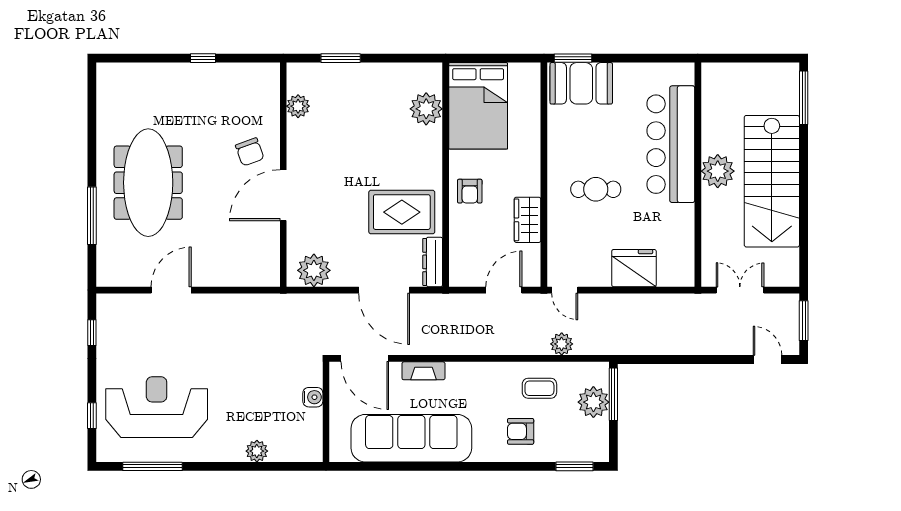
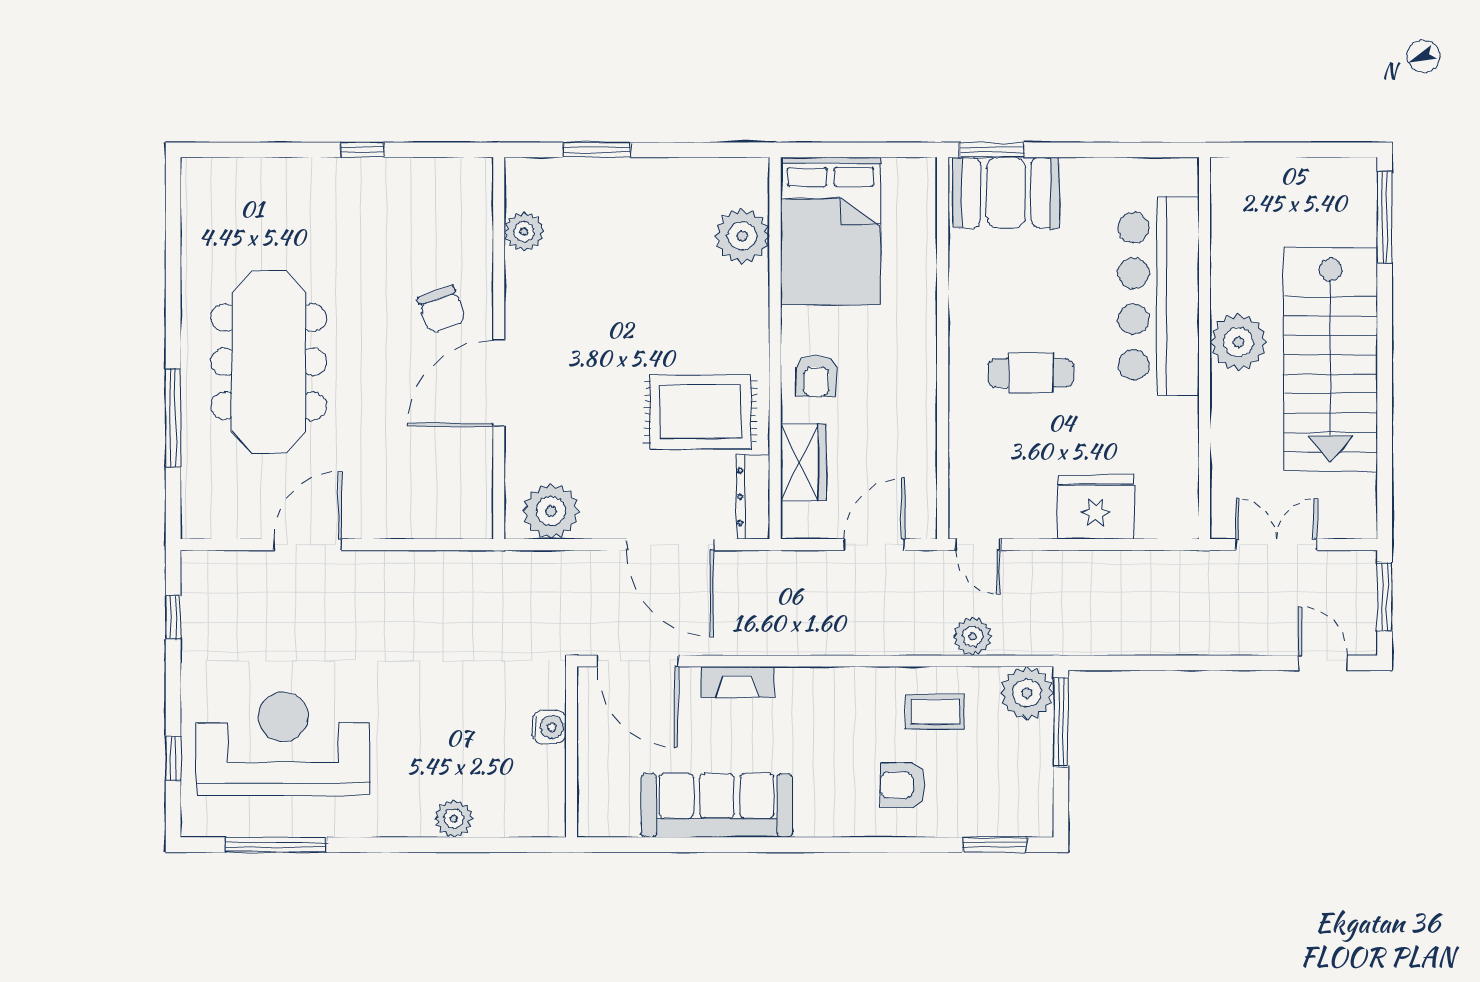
wardrobe: (528, 220) -> (803, 462), moved, turned 180
plant: (593, 402) -> (1027, 693), moved
sofa: (411, 438) -> (717, 805), width x0.74, depth x0.79

